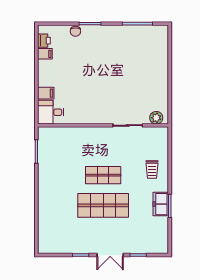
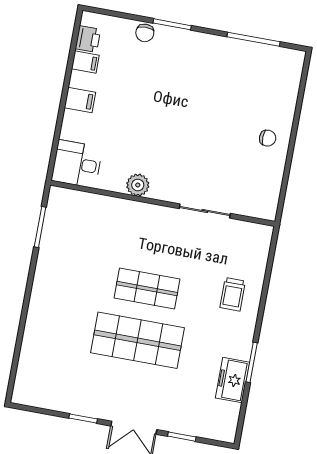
chair: (156, 78) -> (268, 138), added
filing cabinet: (46, 93) -> (80, 100), moved
plant: (156, 118) -> (138, 185), moved
freezer: (161, 204) -> (232, 380), moved

